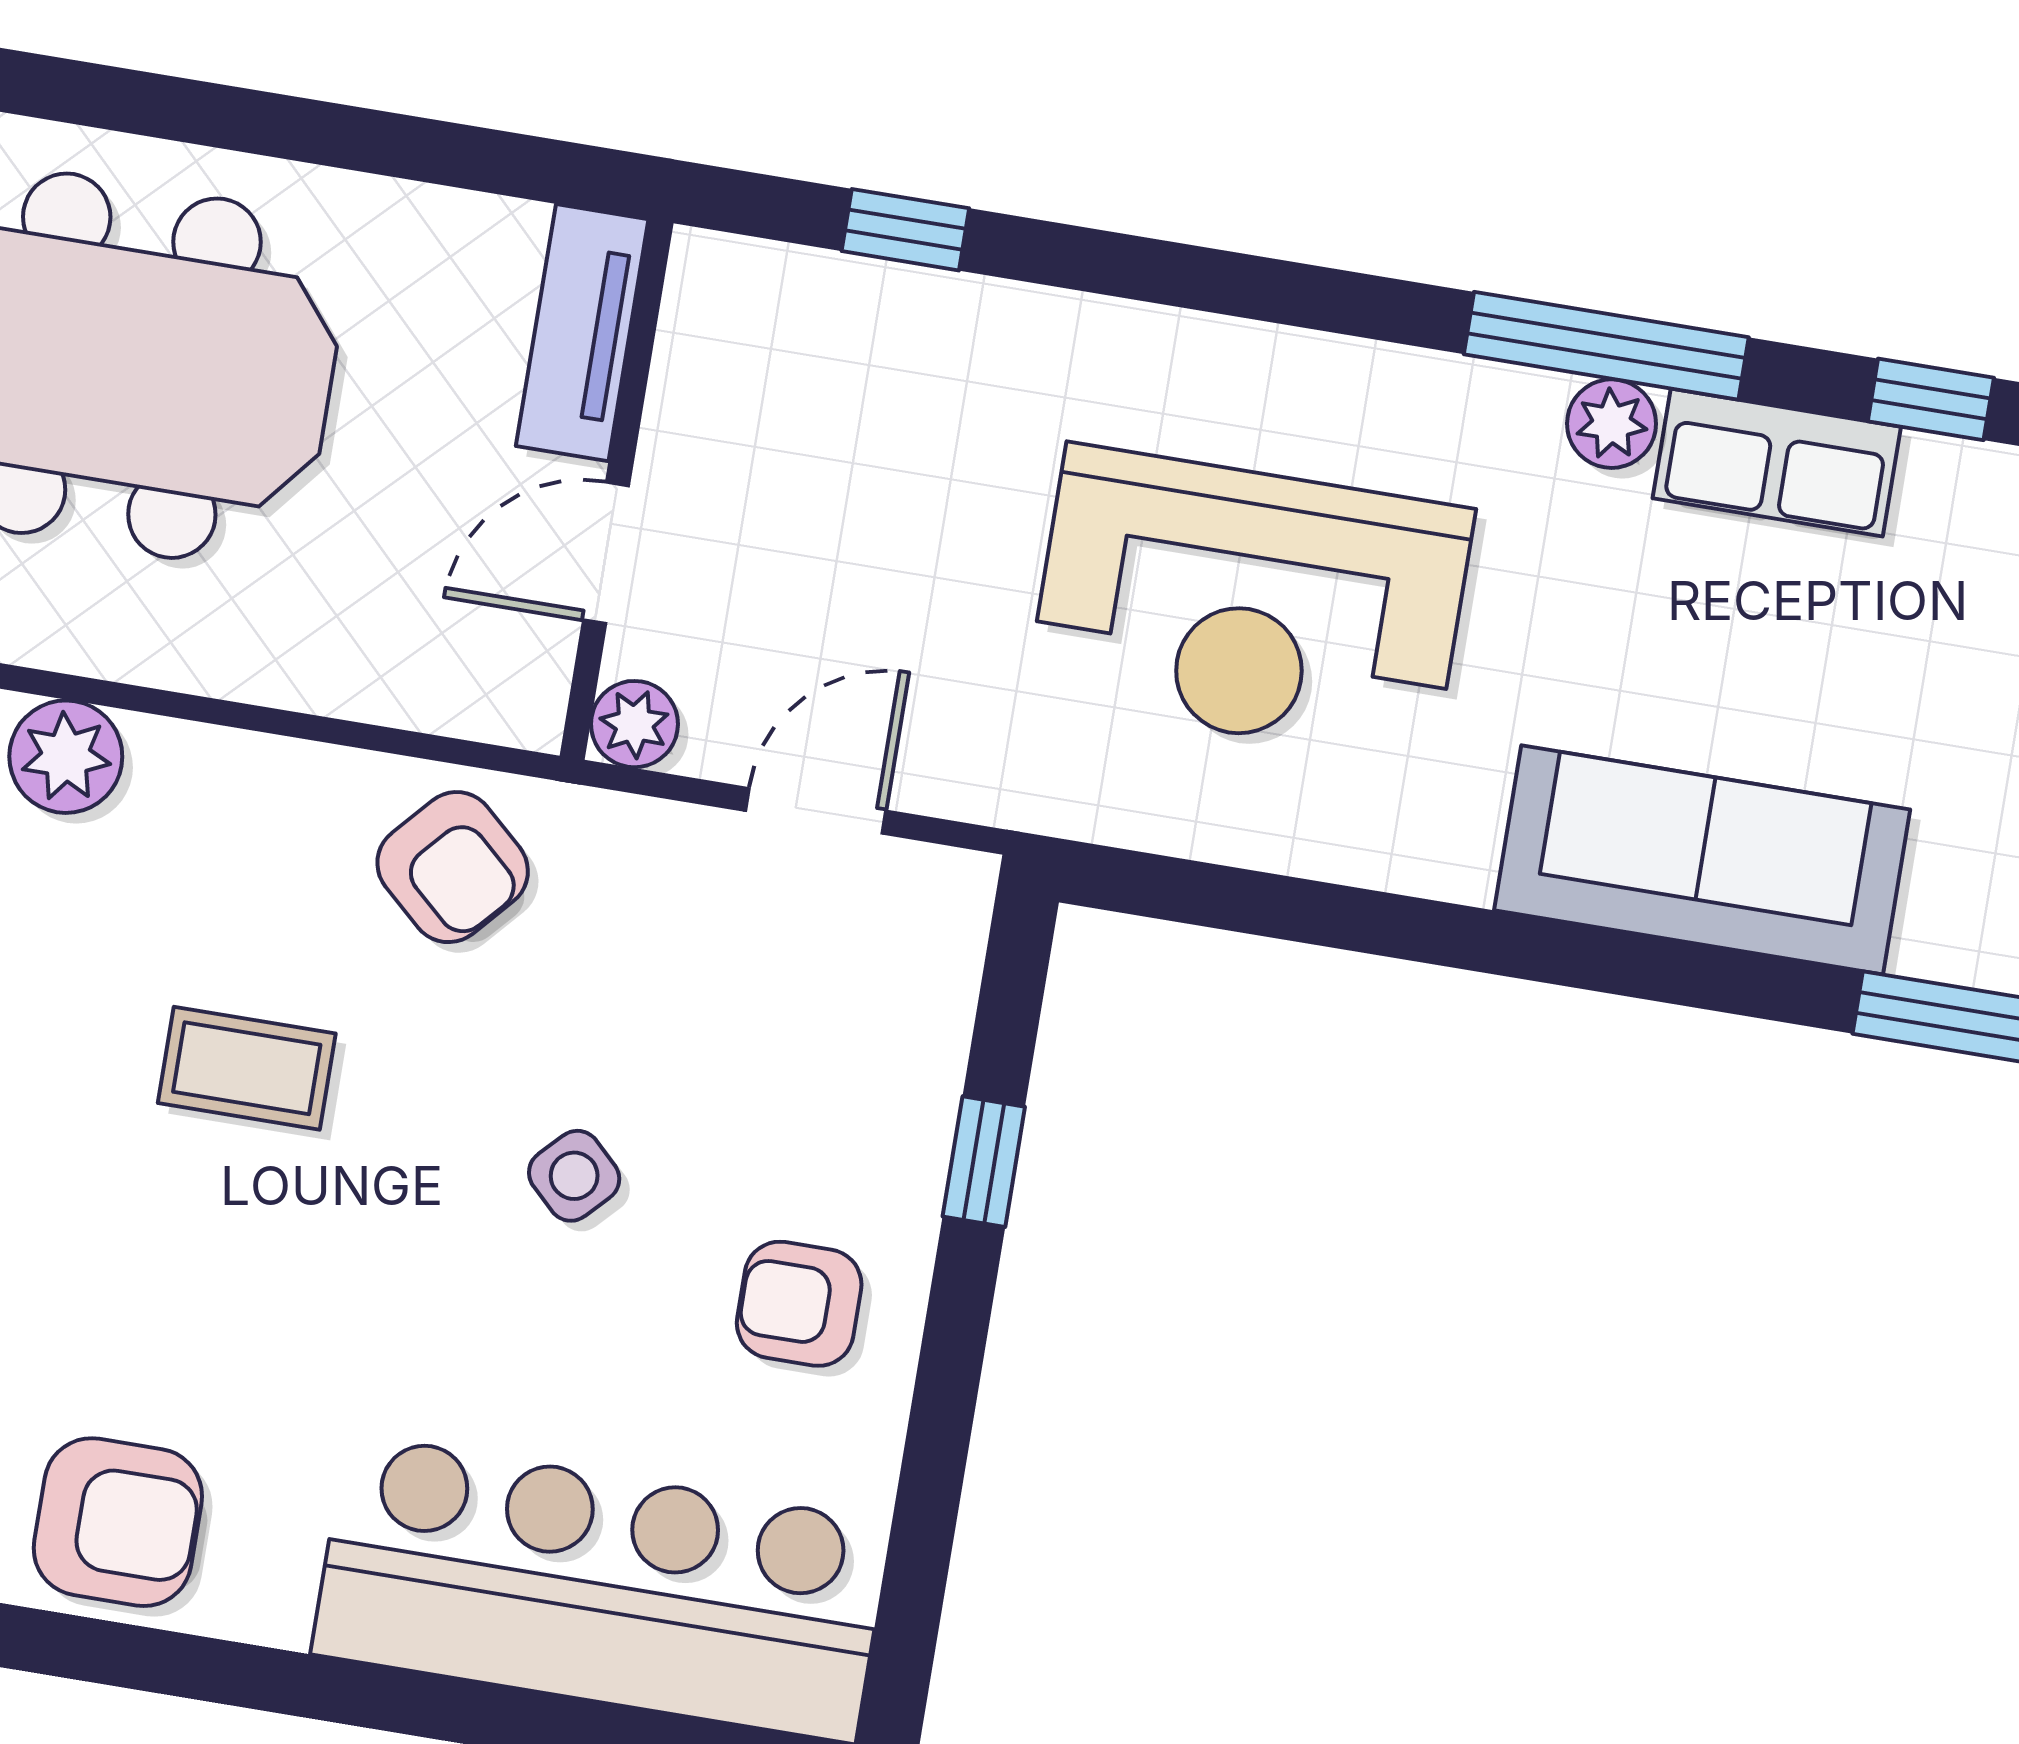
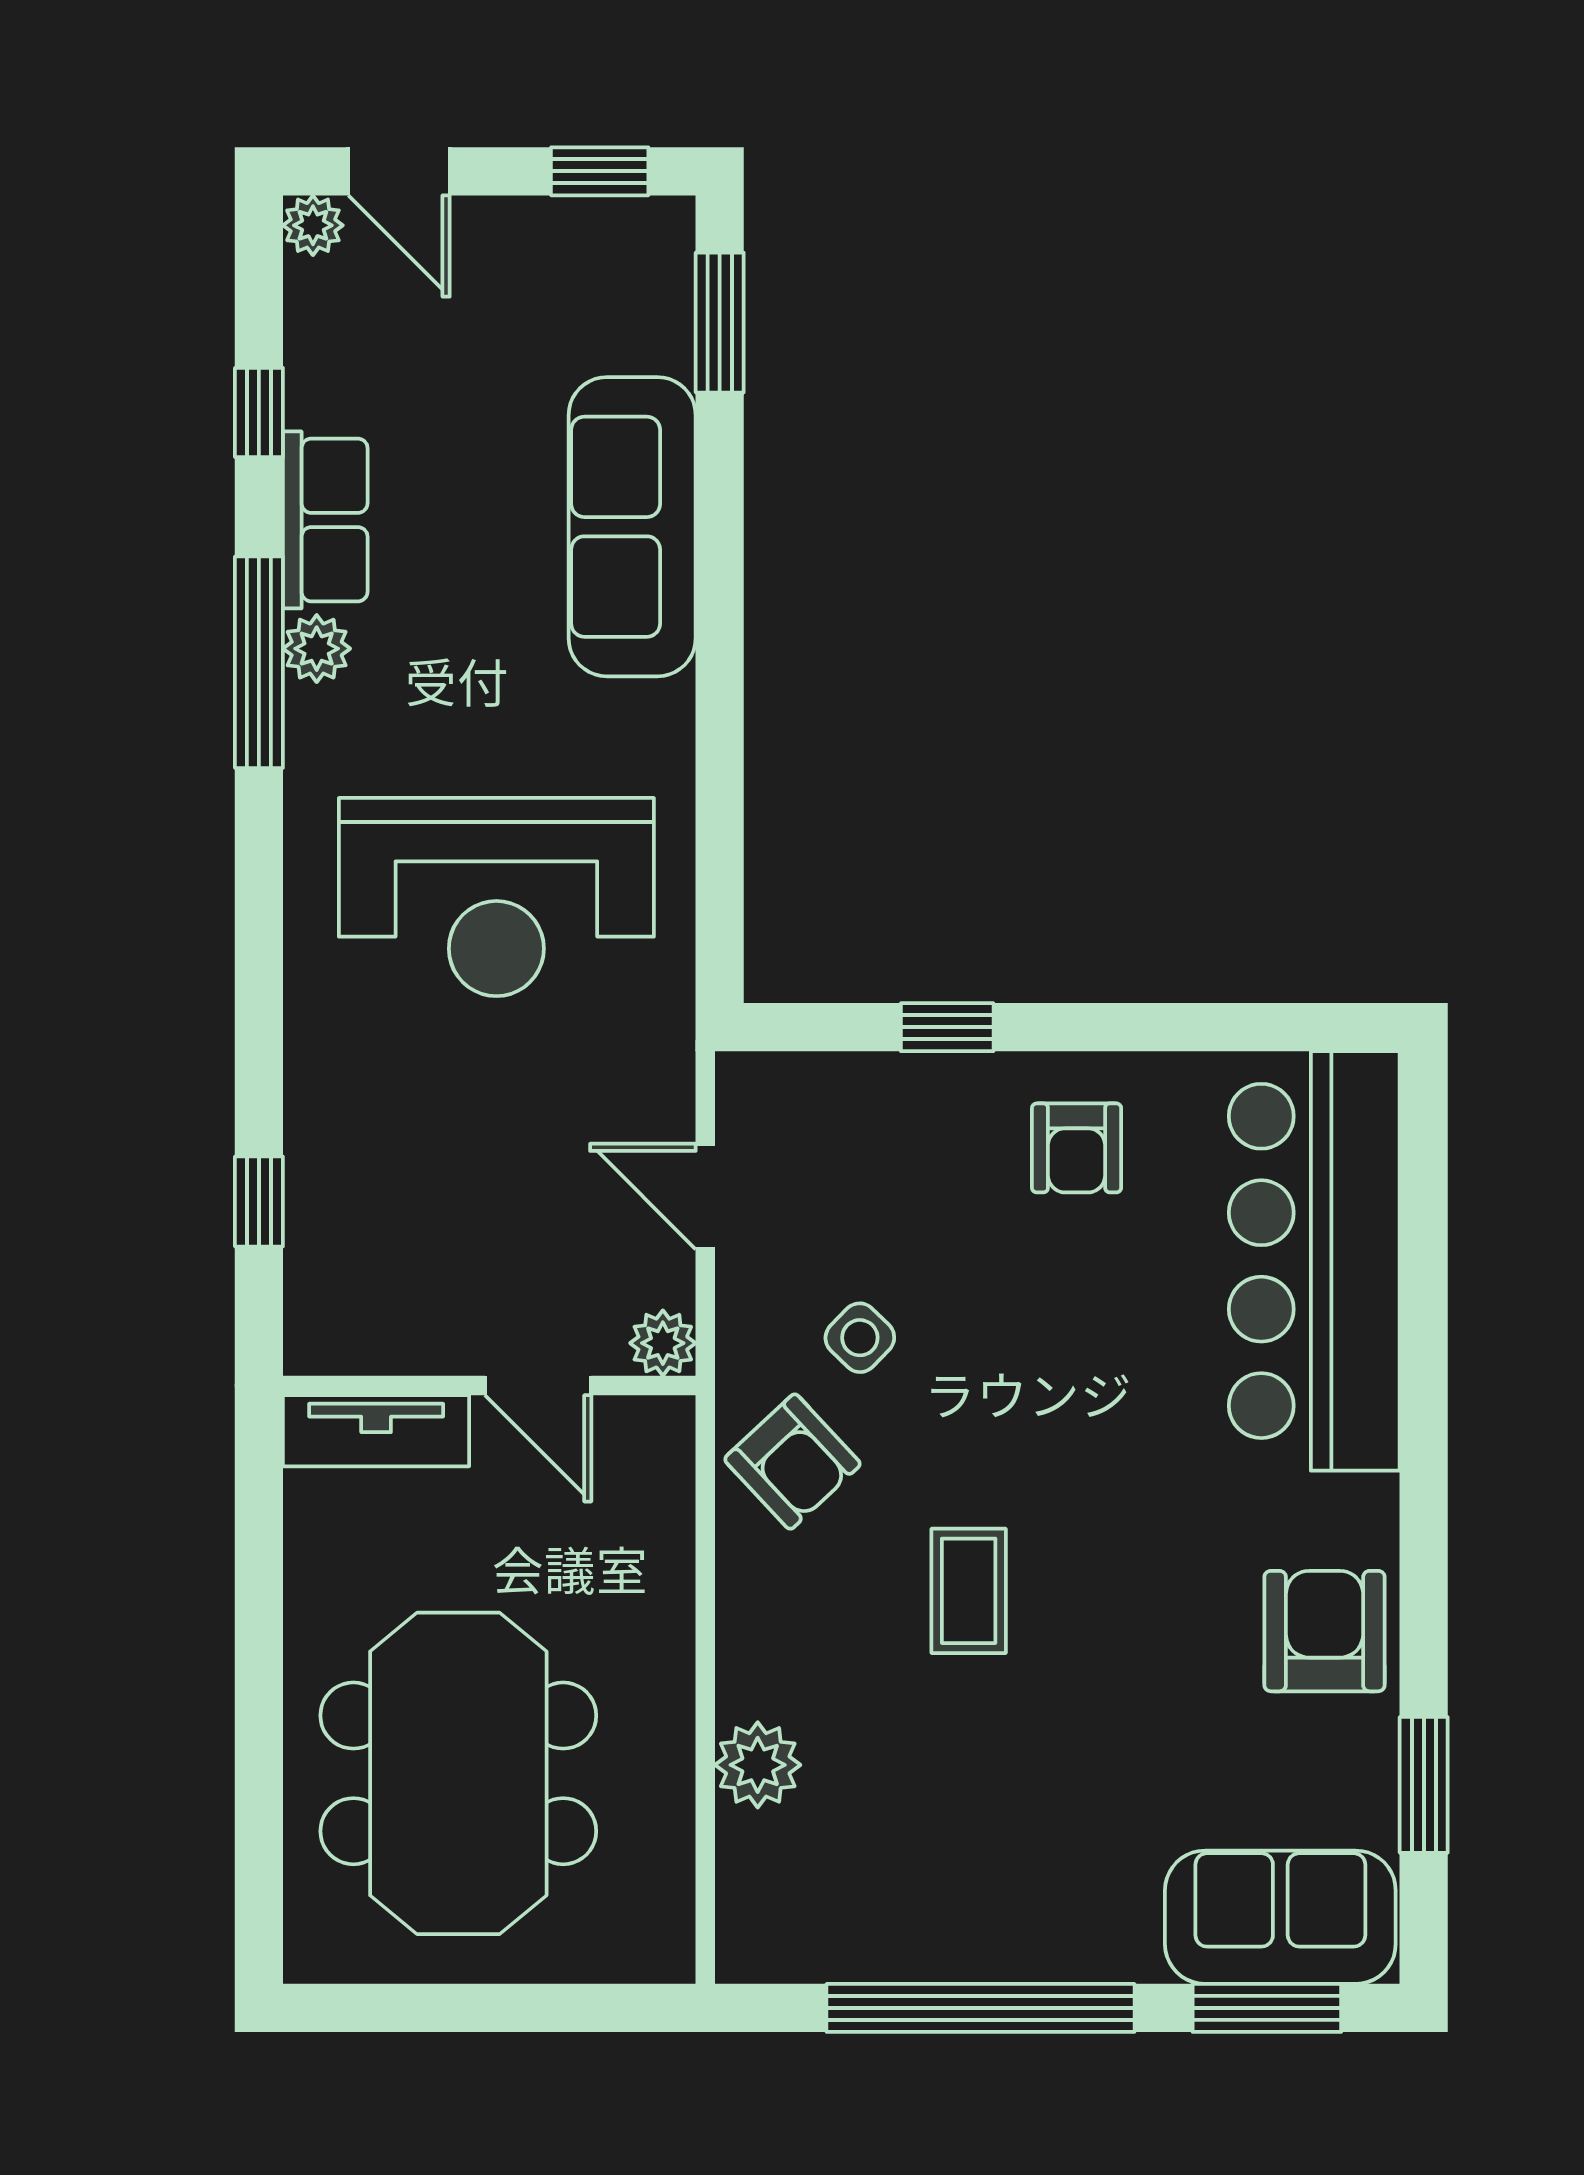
reception desk: (1250, 604) -> (496, 897), turned 90
armchair: (453, 867) -> (792, 1462), turned 95
side table: (574, 1176) -> (860, 1338), moved

